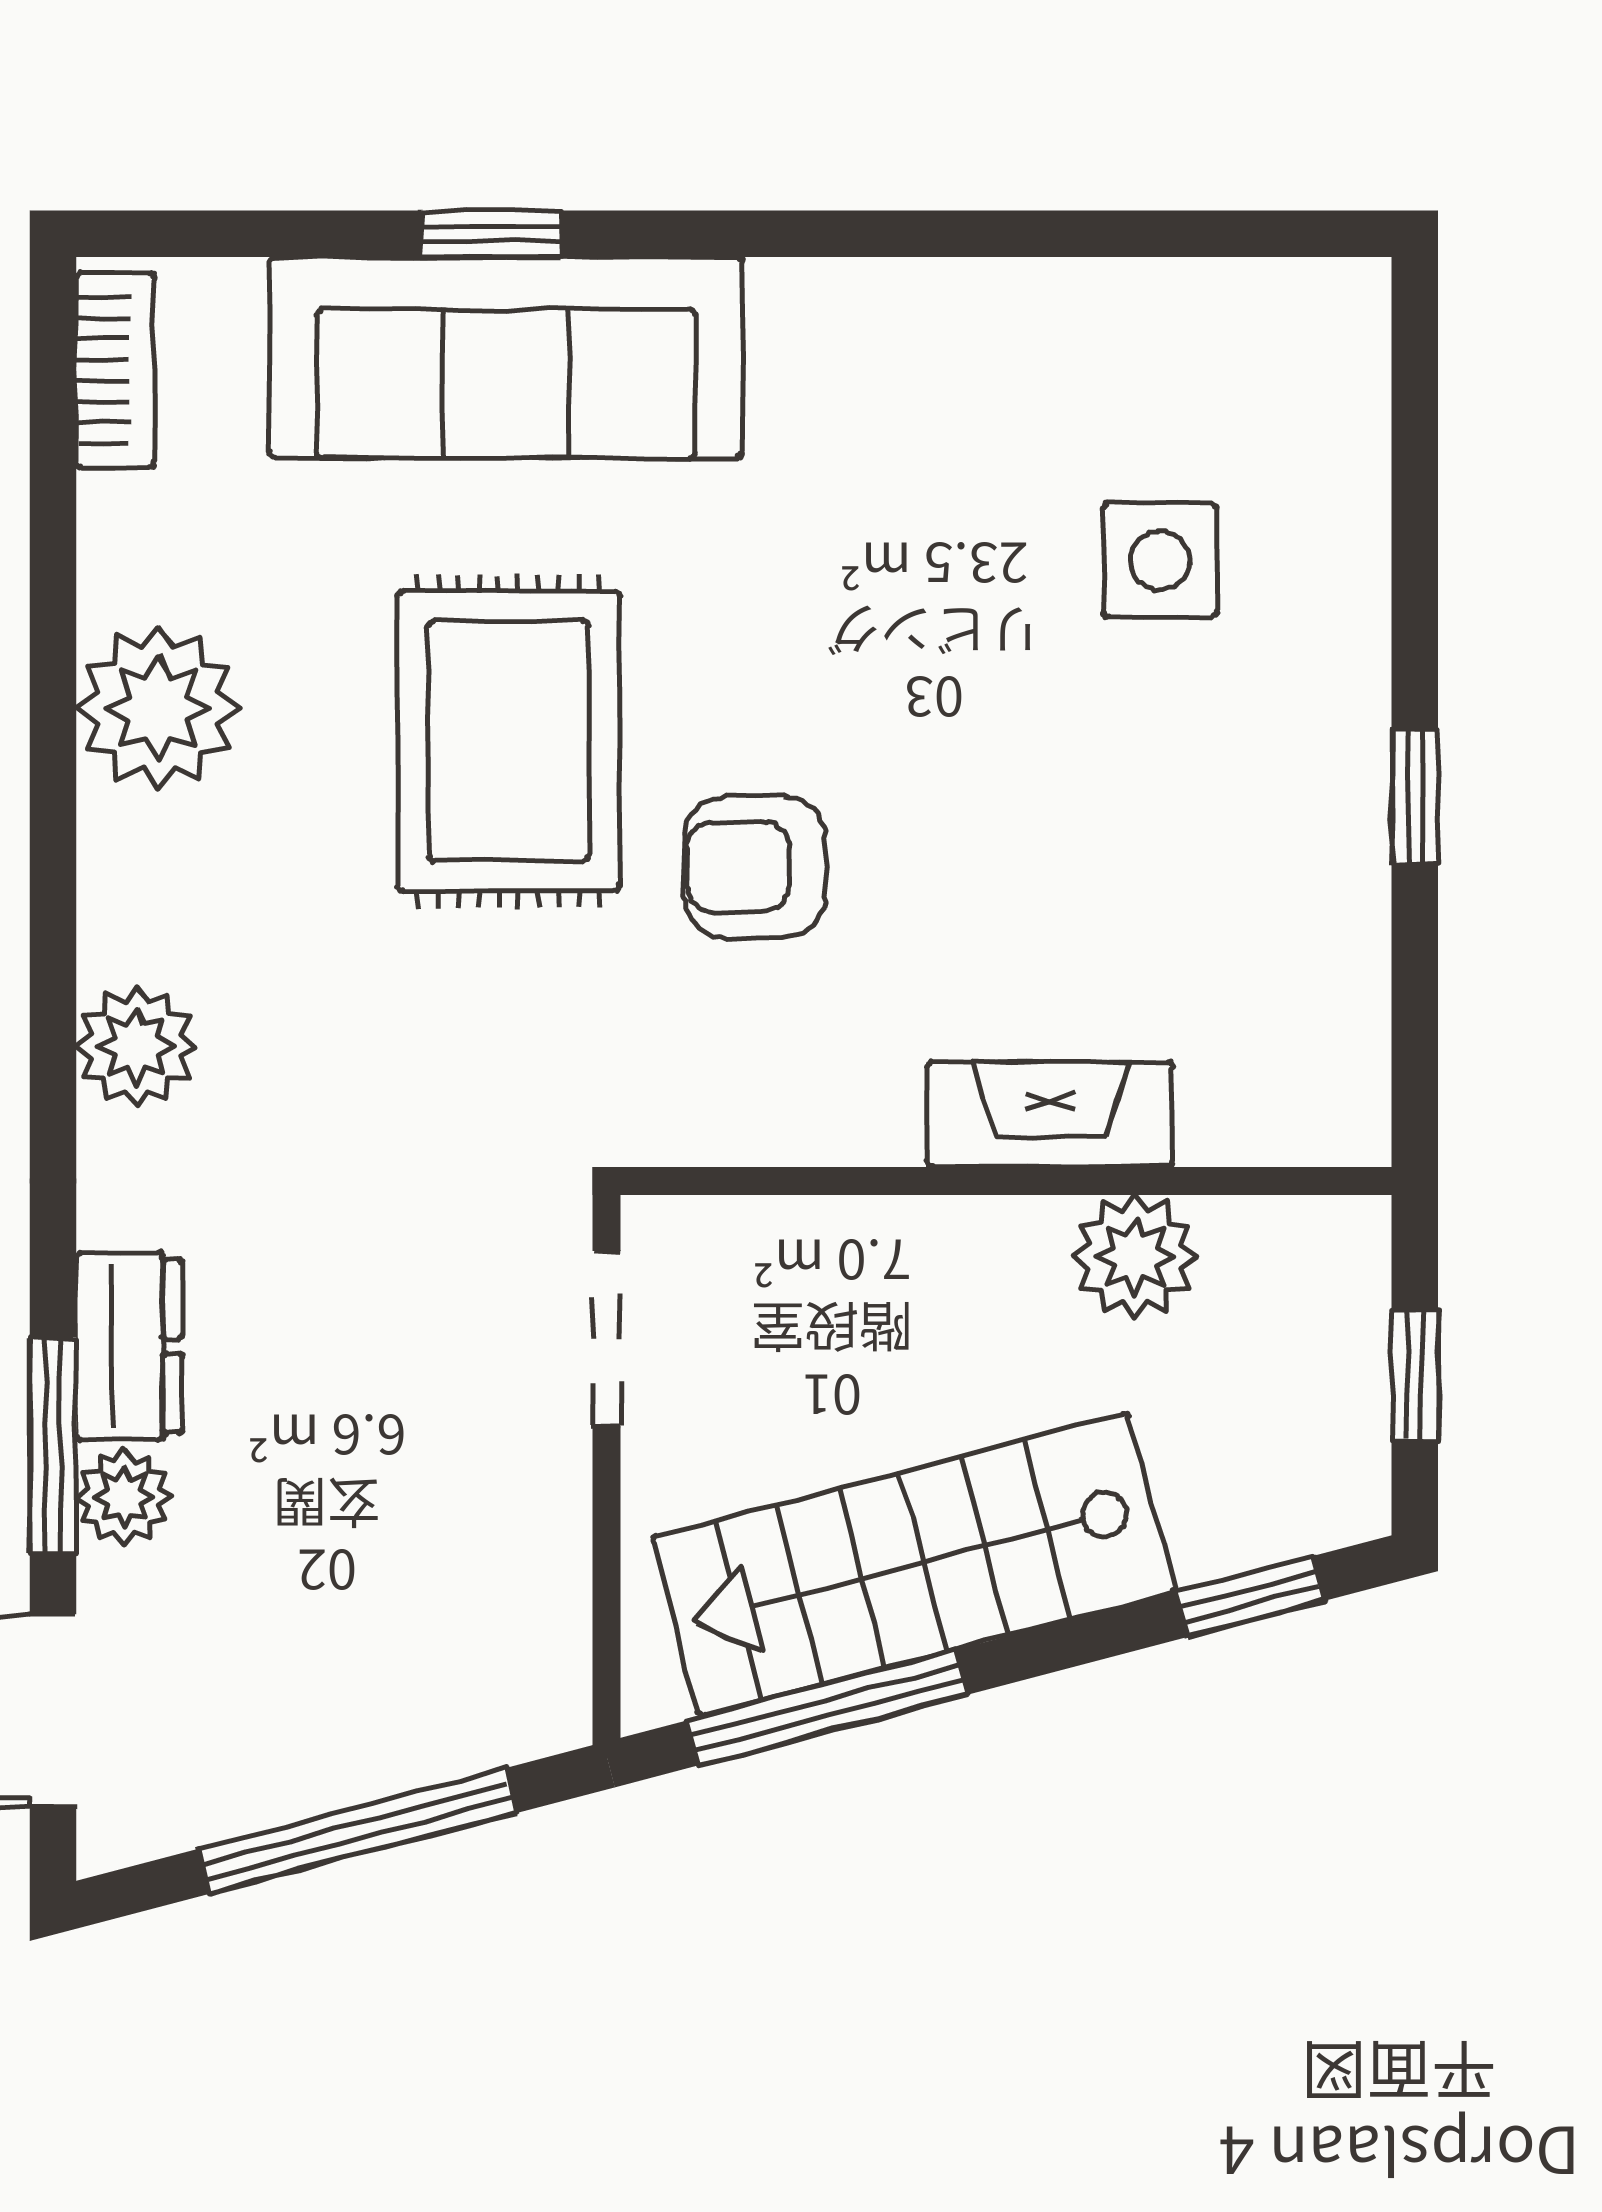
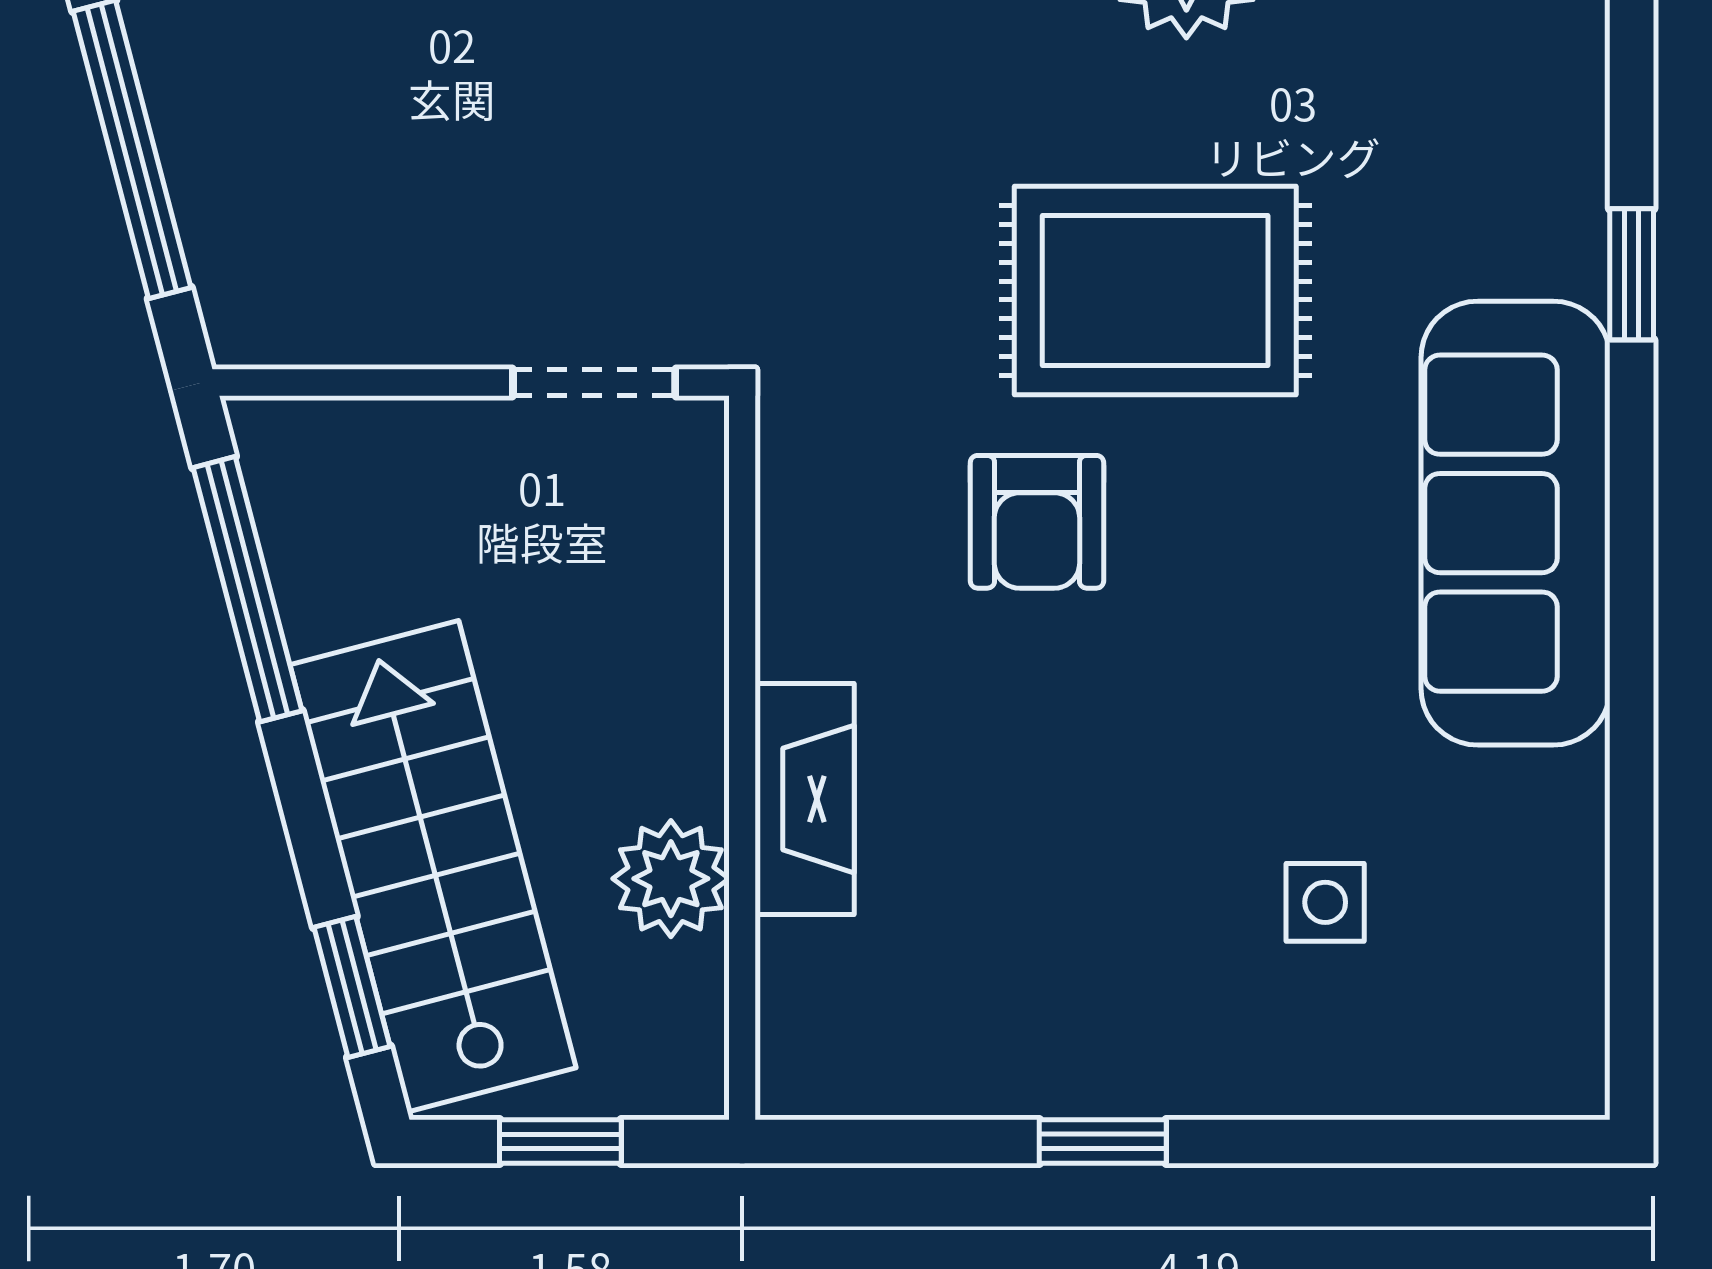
sofa: (506, 357) -> (1516, 523), moved
side table: (1160, 560) -> (1325, 902), width x0.73, depth x0.73
armchair: (755, 867) -> (1037, 522), turned 180
stairs: (914, 1565) -> (433, 866), moved

